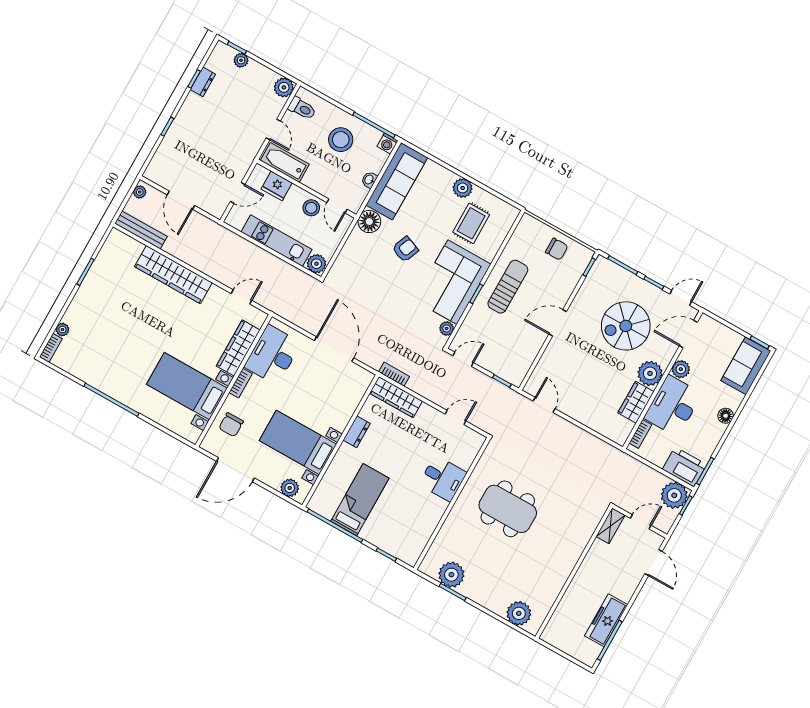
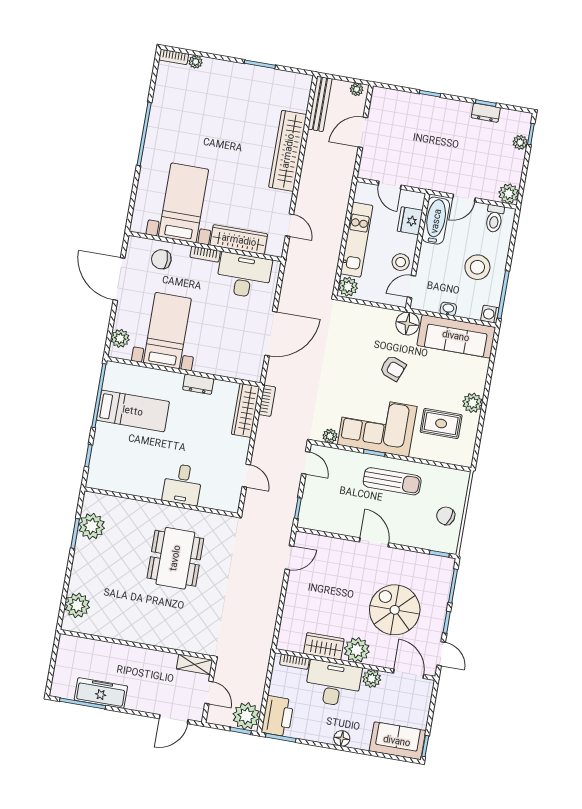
chair: (557, 249) -> (446, 516), turned 108

